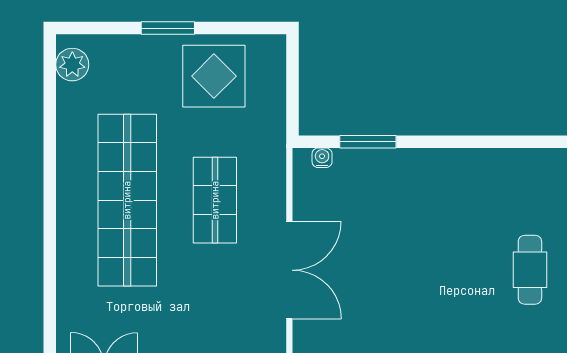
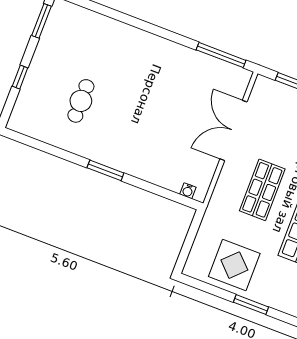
window: (368, 142) -> (105, 170), moved
cafe table: (530, 270) -> (81, 101), moved

